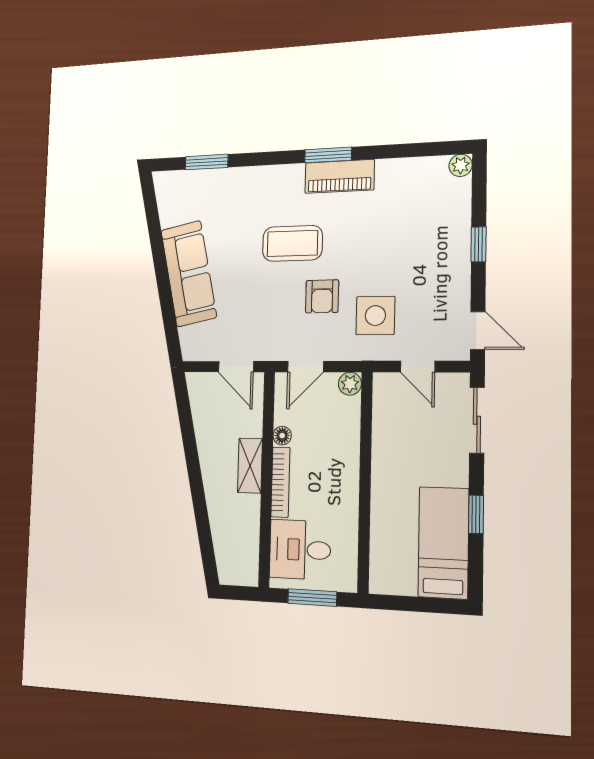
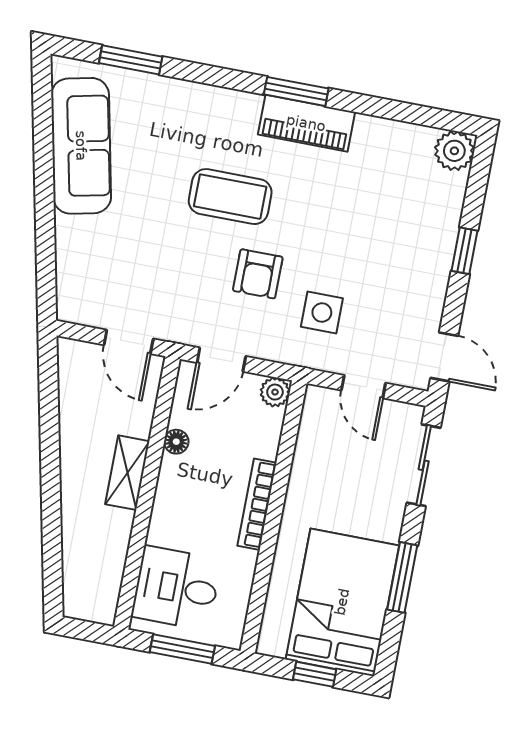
plant: (461, 165) -> (454, 151), width x1.38, depth x1.38
sofa: (189, 274) -> (81, 146), moved
side table: (375, 316) -> (322, 312), width x0.73, depth x0.73
bookcase: (280, 482) -> (257, 504), moved, turned 180
window: (476, 514) -> (402, 577), width x1.50
bed: (443, 543) -> (342, 602), width x1.50
window: (419, 604) -> (315, 674), added

